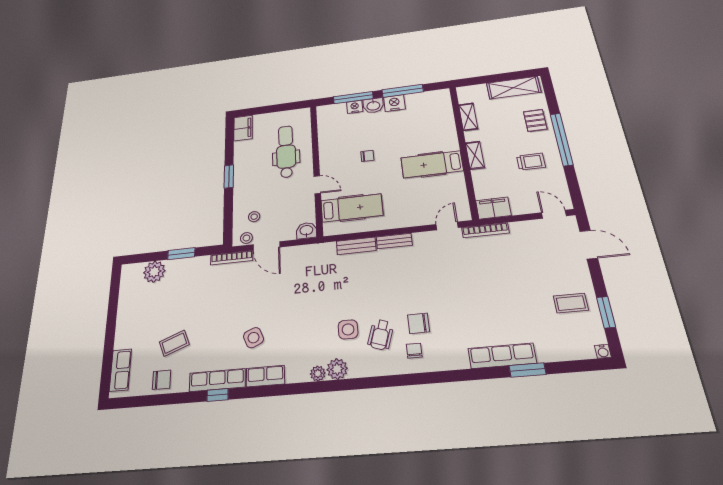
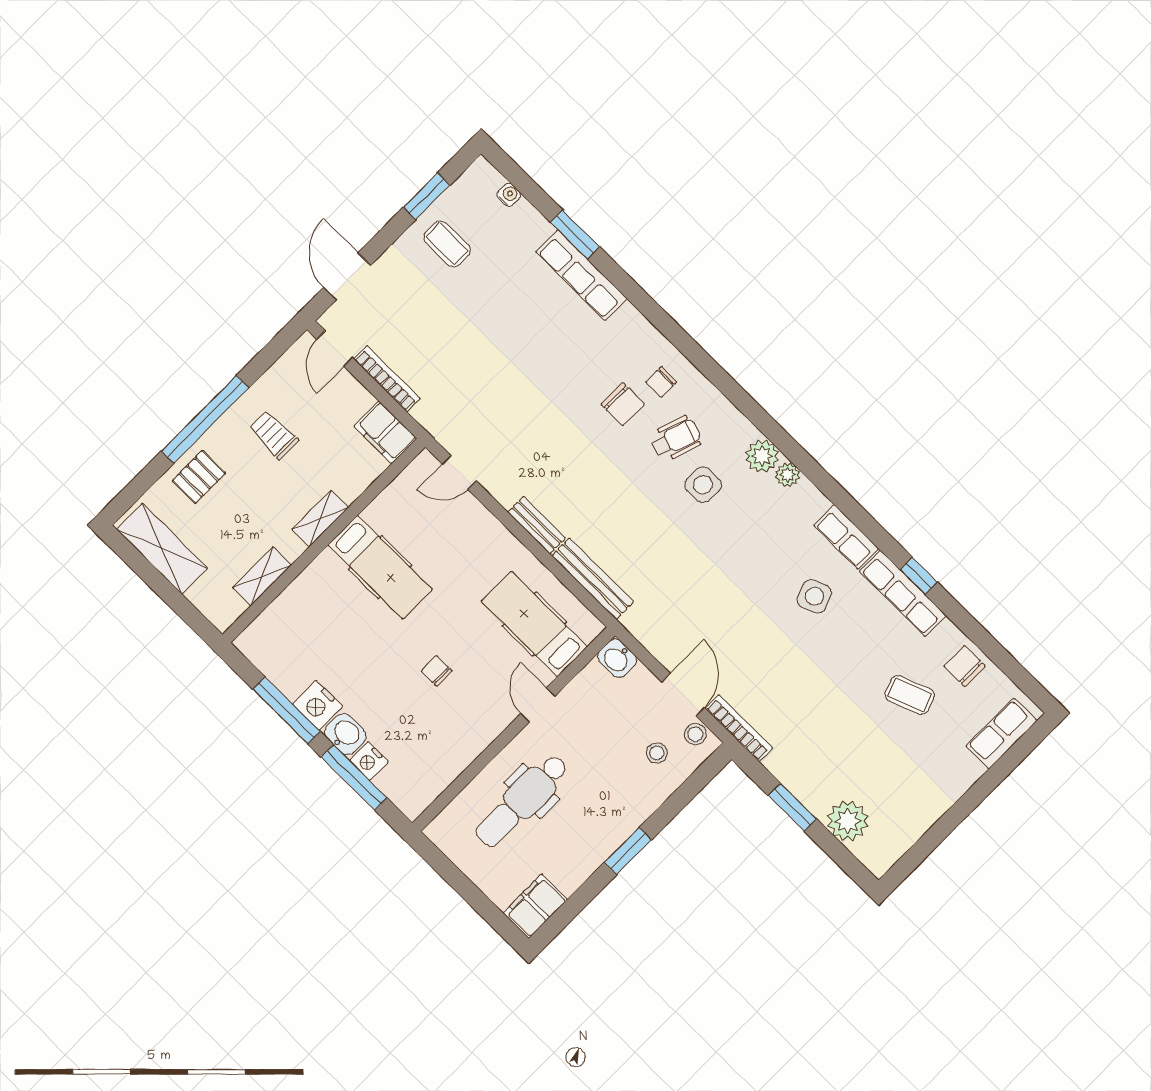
bookcase: (485, 230) -> (387, 379), moved
bench: (356, 246) -> (593, 579), width x1.36
water cooler: (603, 351) -> (509, 195), moved

